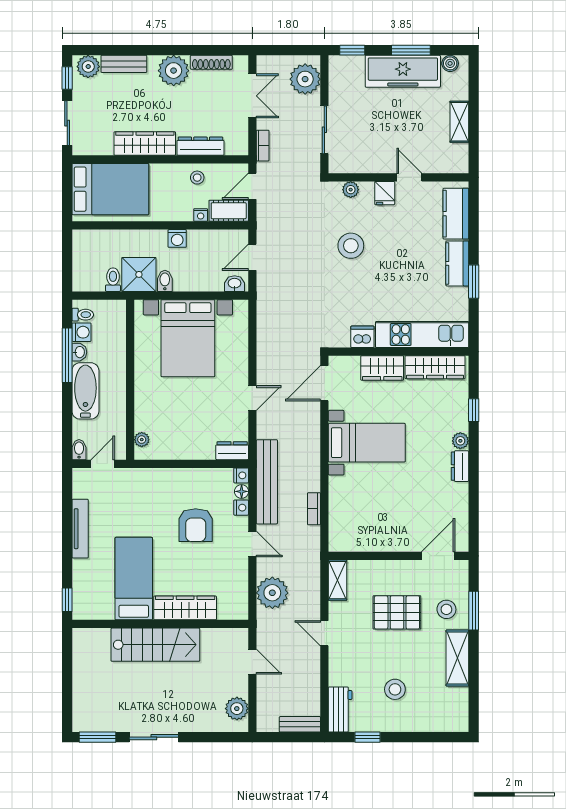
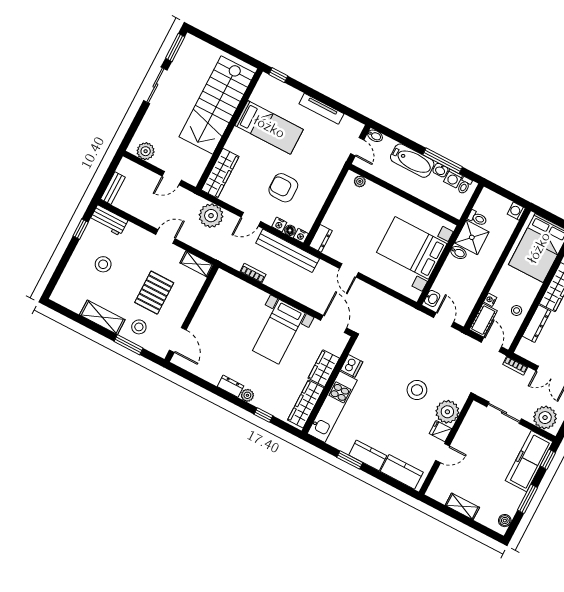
freezer: (403, 71) -> (529, 461), moved
plant: (351, 190) -> (447, 412), width x1.88, depth x1.88
washing machine: (177, 238) -> (516, 211), moved
wardrobe: (185, 608) -> (220, 173), moved
stairs: (155, 645) -> (217, 105), width x1.36, depth x1.51

